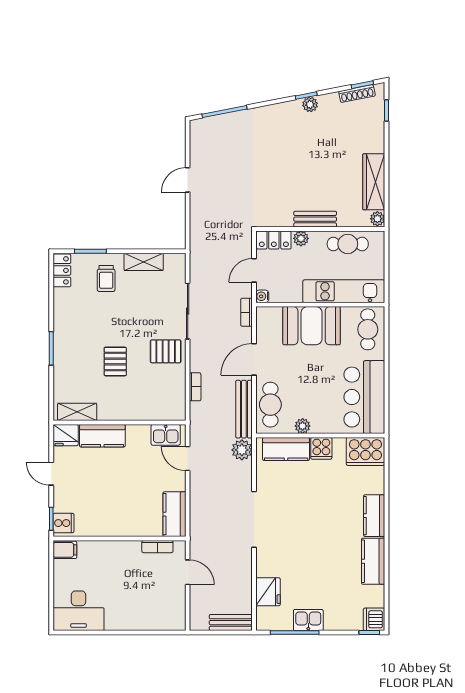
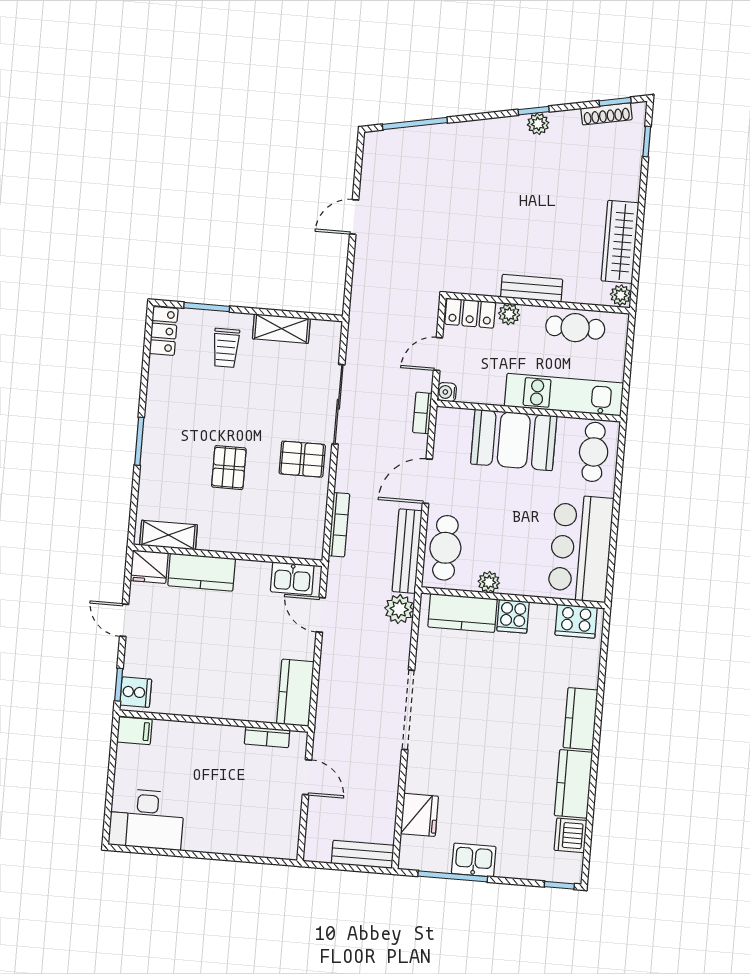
bookcase: (195, 387) -> (339, 525), width x1.56
cooker: (365, 451) -> (576, 621), width x0.73, depth x0.76
dishwasher: (374, 619) -> (570, 835), moved

